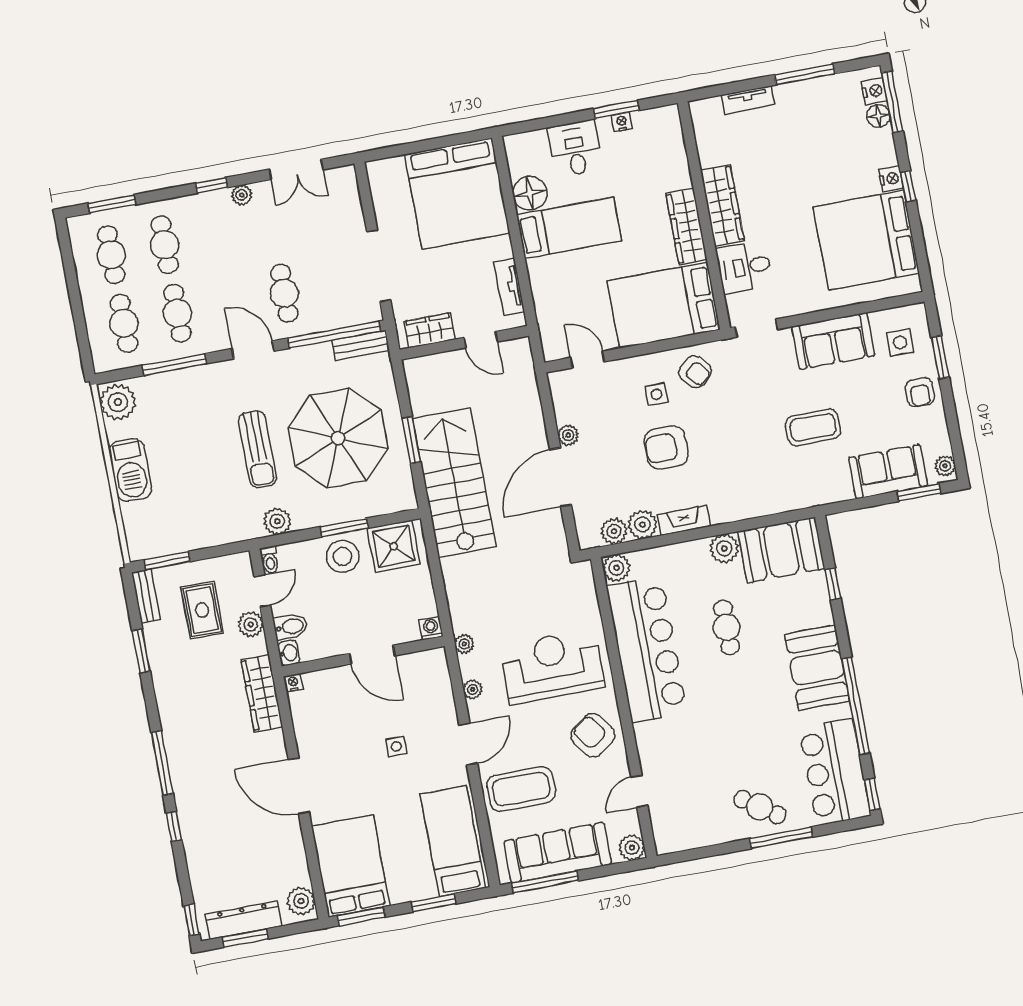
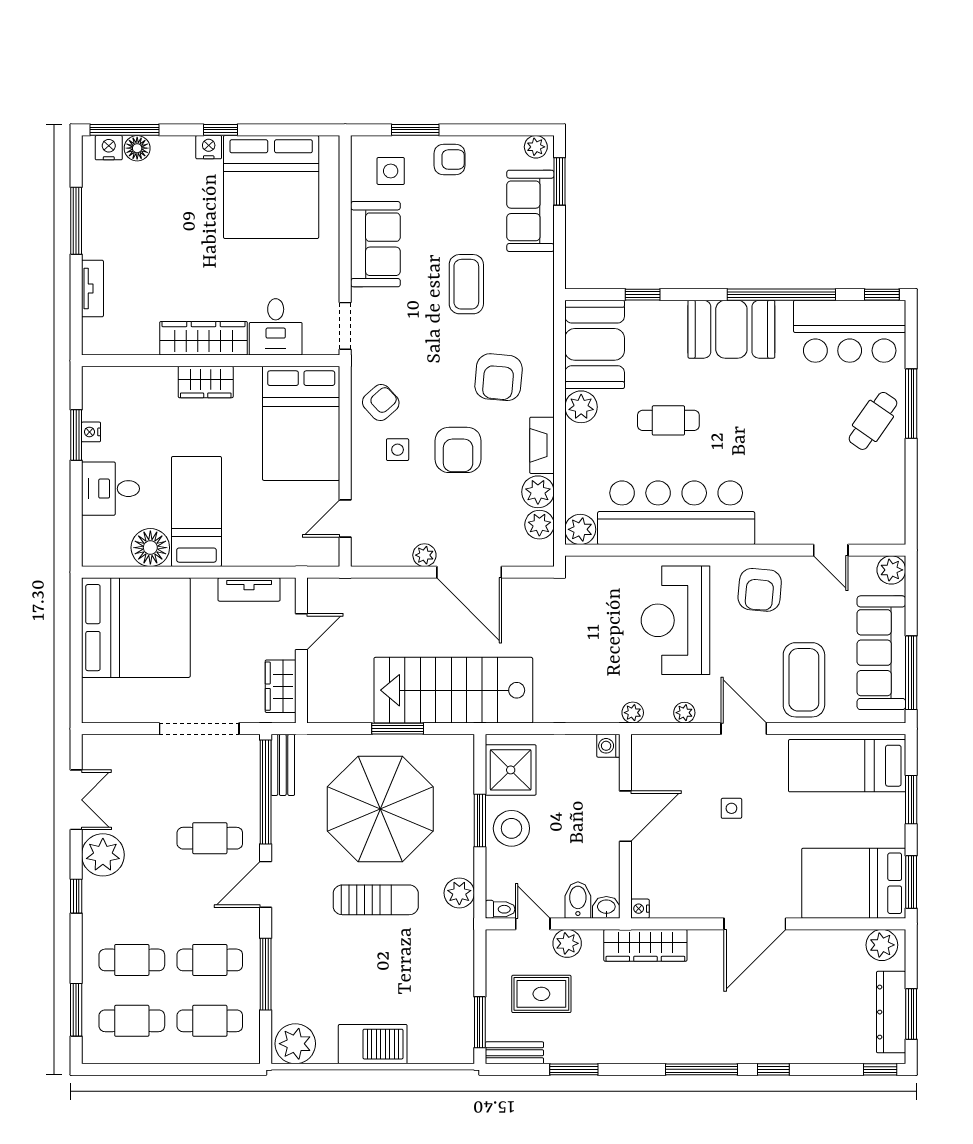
plant: (242, 195) -> (103, 855), width x1.88, depth x1.88
wardrobe: (687, 227) -> (206, 382), width x0.67
armchair: (737, 471) -> (499, 377), added
armchair: (593, 735) -> (760, 590), turned -49

